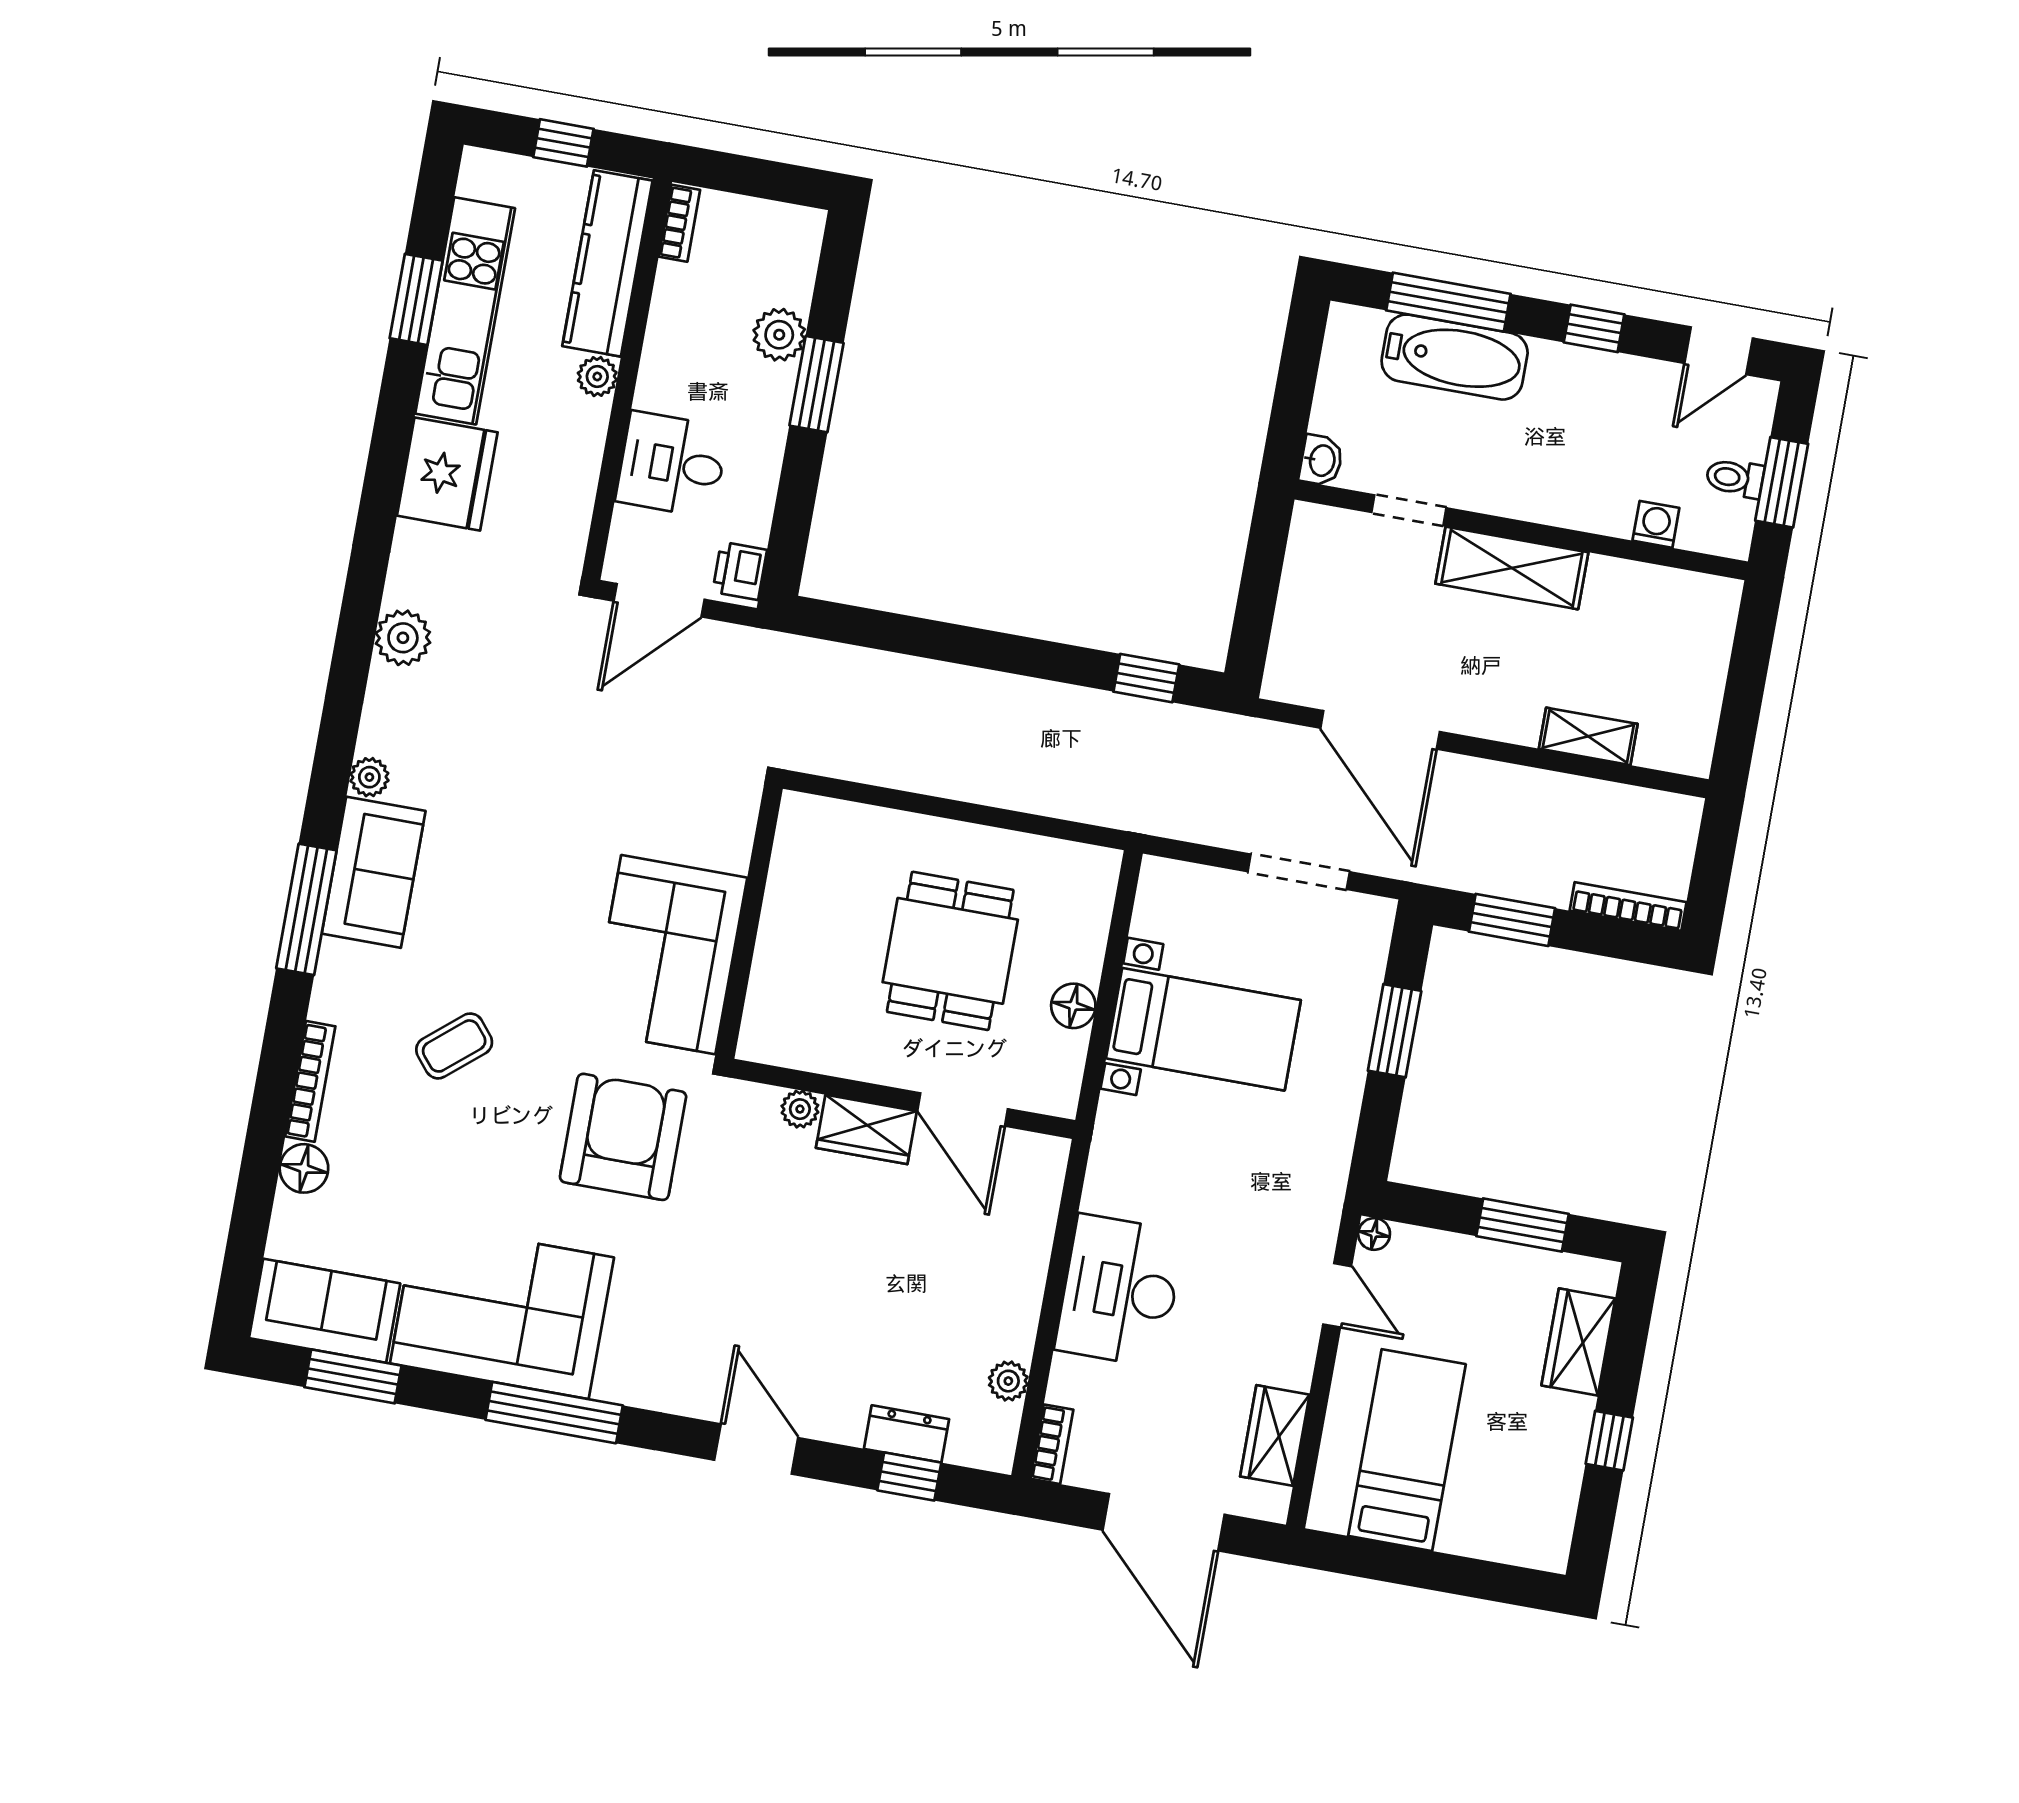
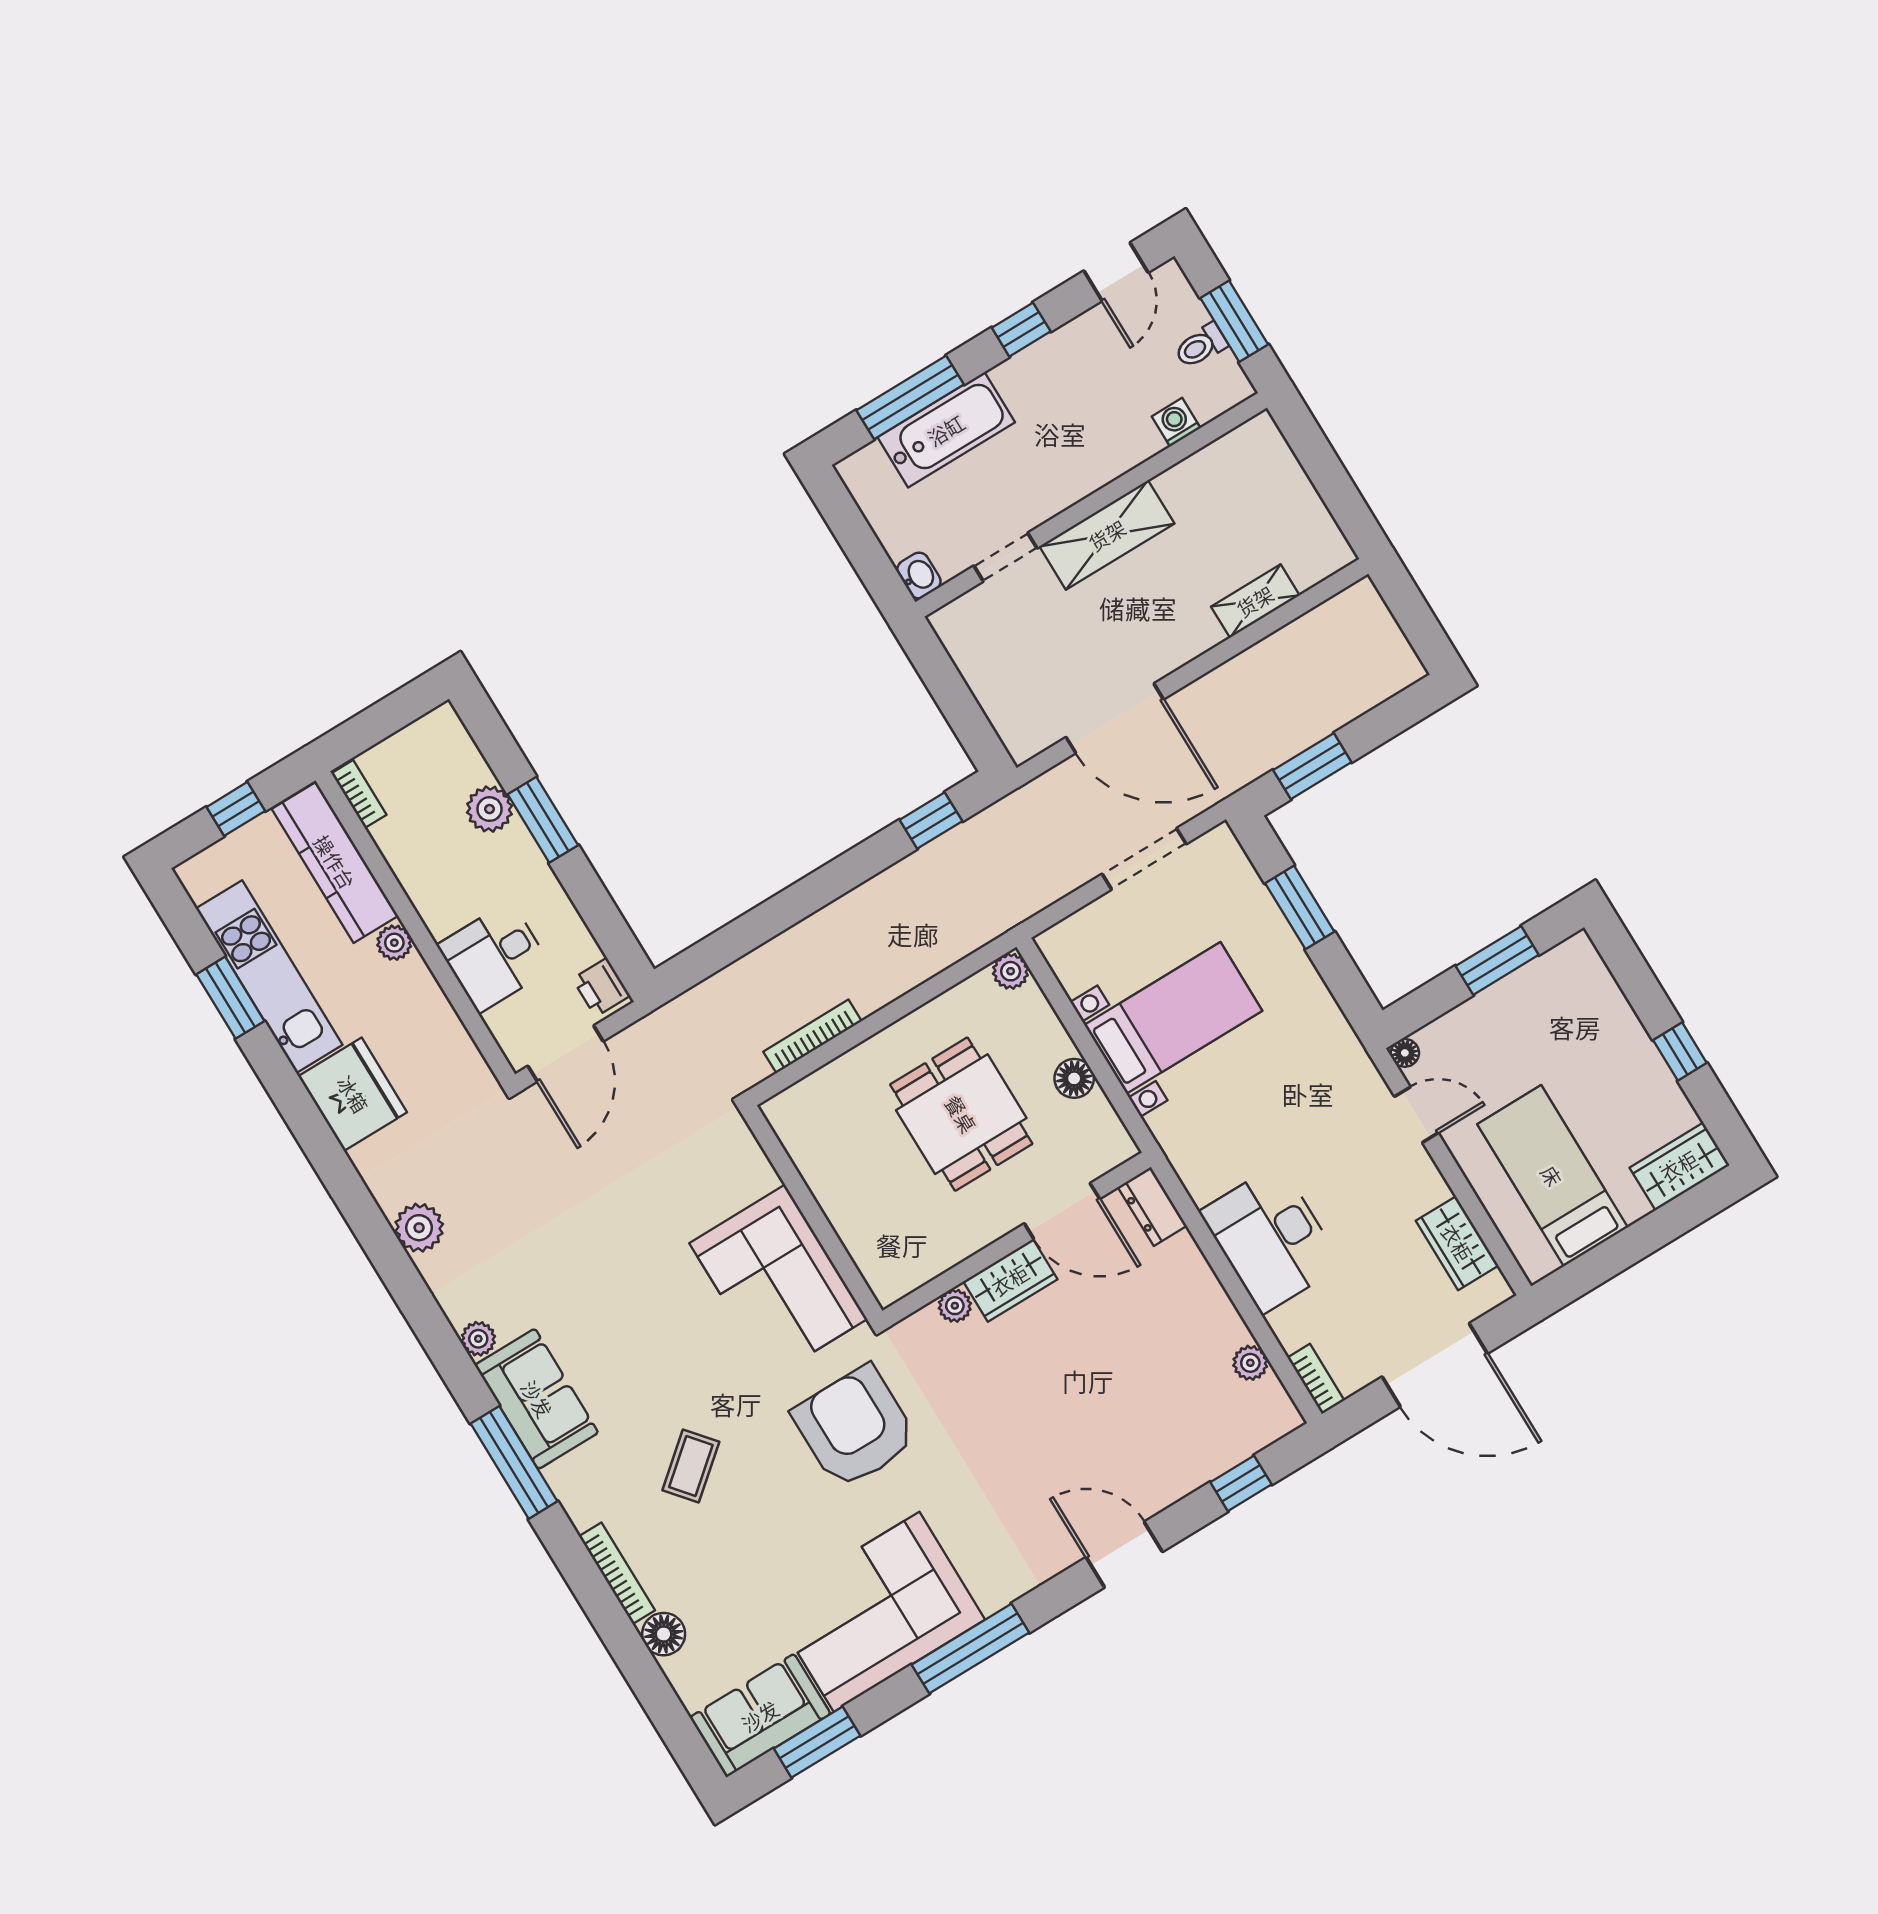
plant: (1100, 867) -> (1011, 971), added
bookcase: (1628, 906) -> (812, 1036), moved
wardrobe: (1578, 1342) -> (1679, 1166), moved, turned 90
dresser: (907, 1434) -> (1152, 1206), moved, turned -90

